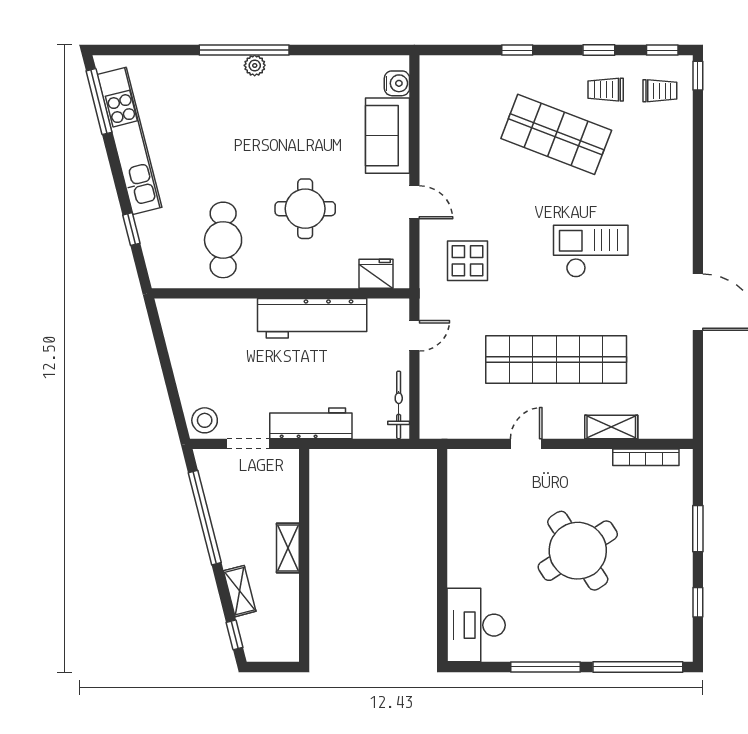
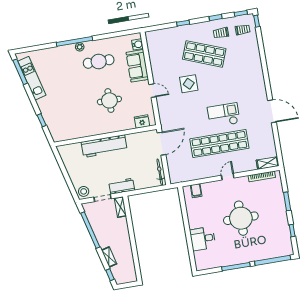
kitchen unit: (130, 141) -> (32, 78), width x0.73
cafe table: (223, 240) -> (99, 61), moved, turned 90
checkout: (591, 251) -> (224, 115), moved
display table: (468, 261) -> (189, 84), moved
workbench: (312, 318) -> (104, 146), moved
door: (414, 336) -> (161, 144), width x1.88
workbench: (311, 423) -> (122, 186), width x0.73
shelving: (611, 427) -> (267, 163), moved
door: (526, 444) -> (228, 177), moved
filing cabinet: (480, 465) -> (196, 191), added
shelving: (288, 548) -> (120, 207), moved
round table: (578, 551) -> (241, 218), turned 33
desk: (476, 625) -> (203, 239), moved, width x0.73

